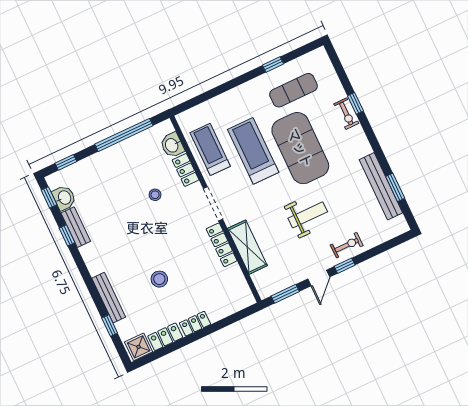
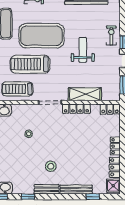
locker: (186, 170) -> (110, 109), moved
bench: (76, 227) -> (47, 189), moved
stool: (159, 279) -> (51, 166), moved

